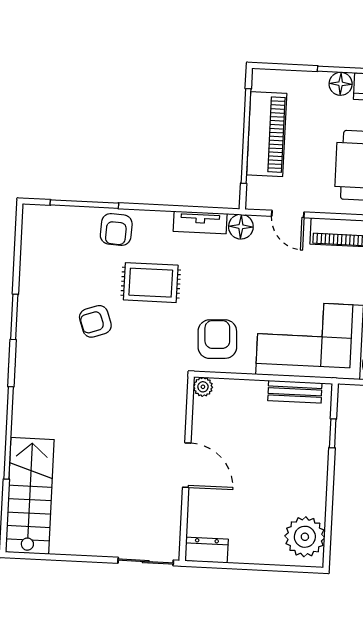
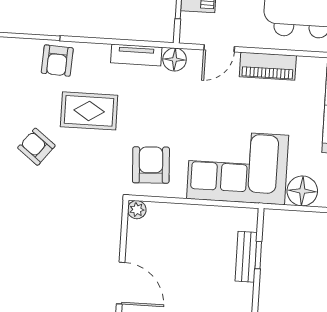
door: (288, 214) -> (219, 48), hinge flipped
armchair: (95, 321) -> (36, 147), turned 57
bench: (295, 392) -> (246, 257), moved, turned 90

